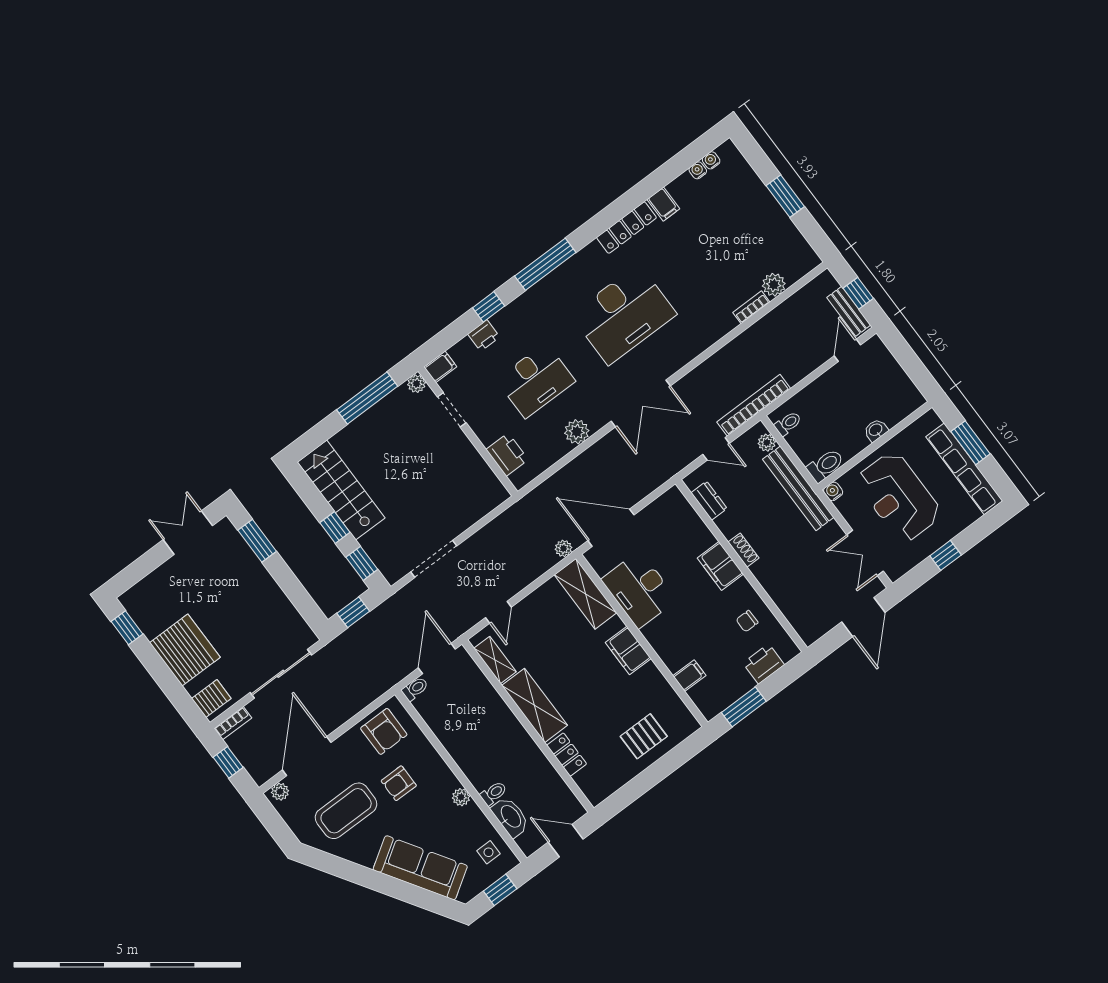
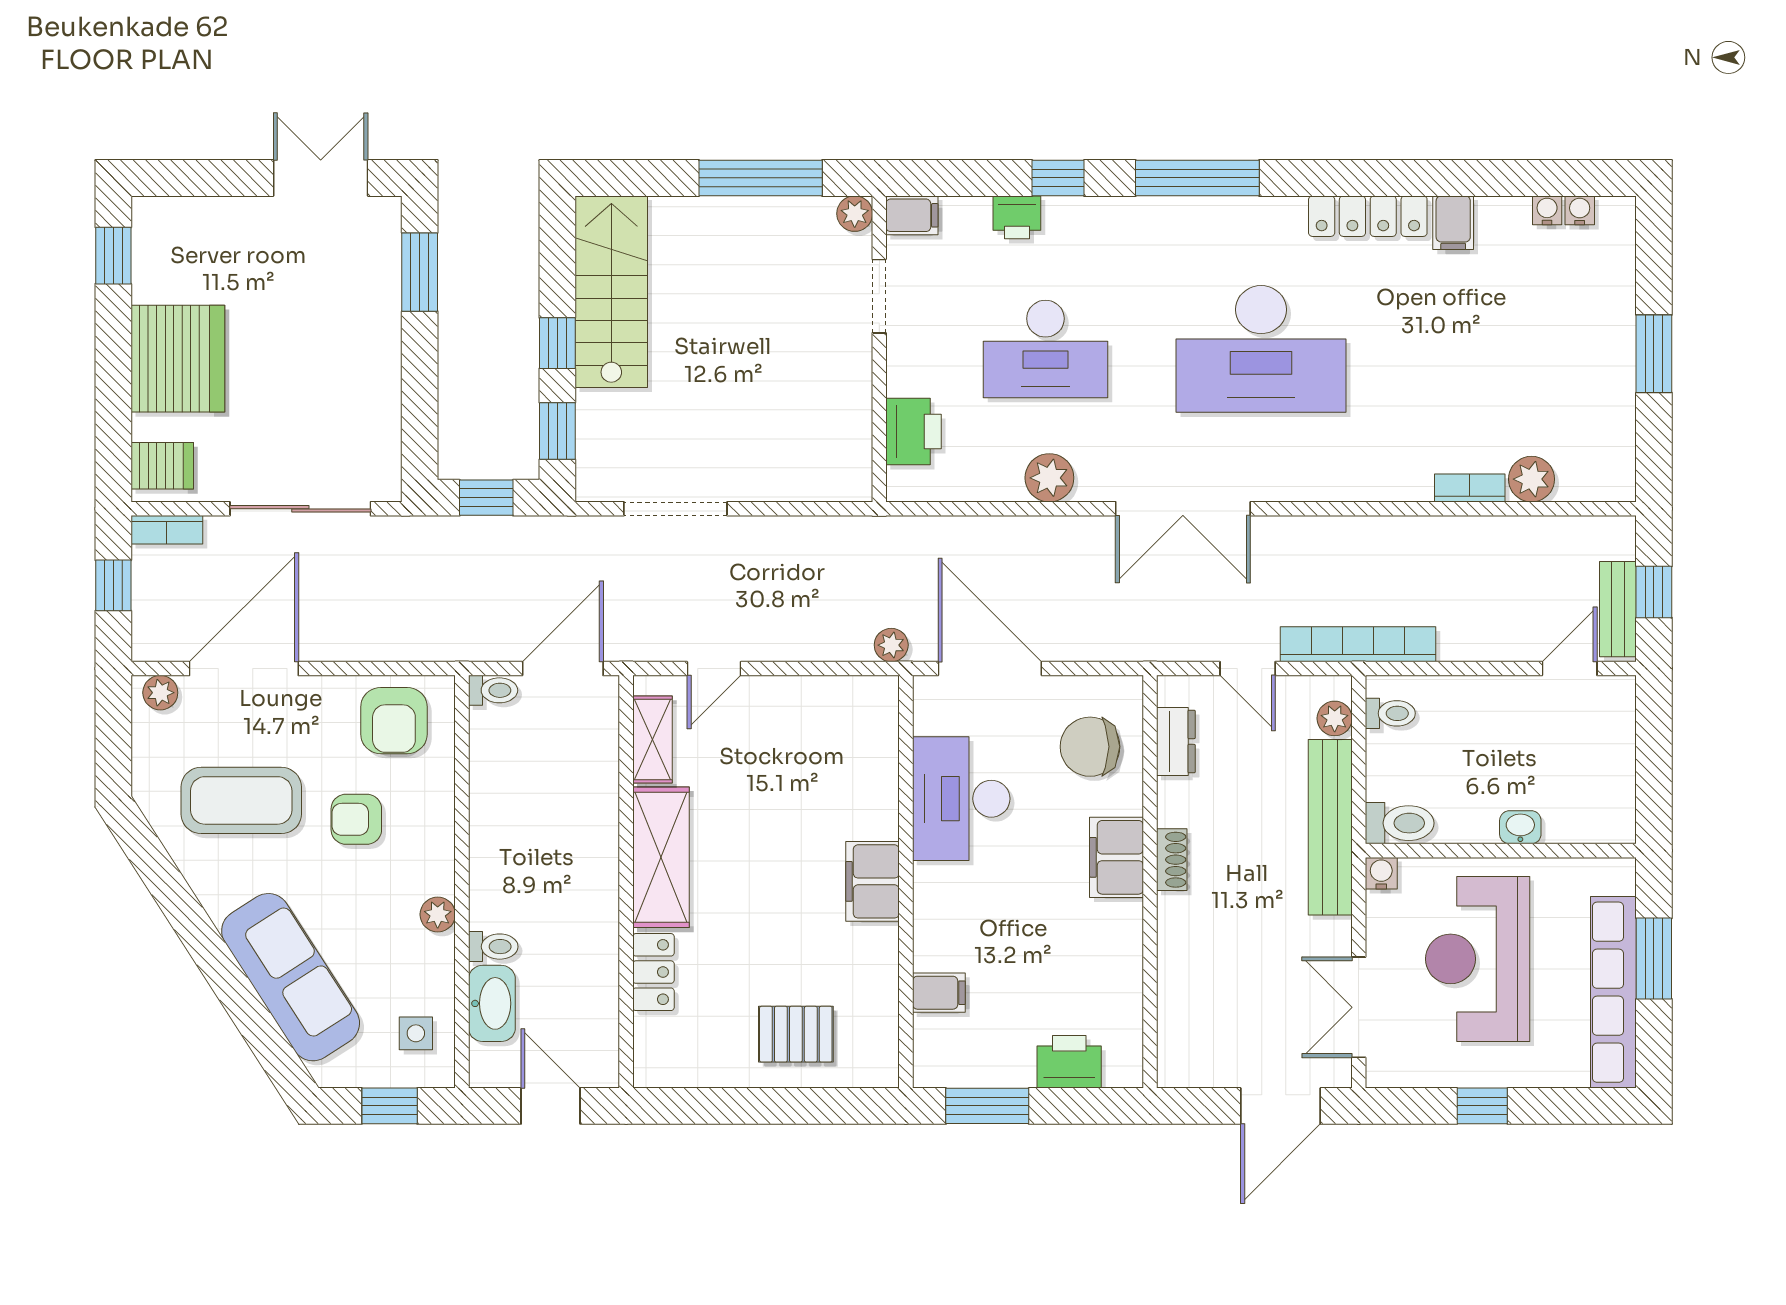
shelving: (586, 594) -> (872, 742), removed
chair: (747, 621) -> (1090, 747), moved, width x1.87, depth x1.87

